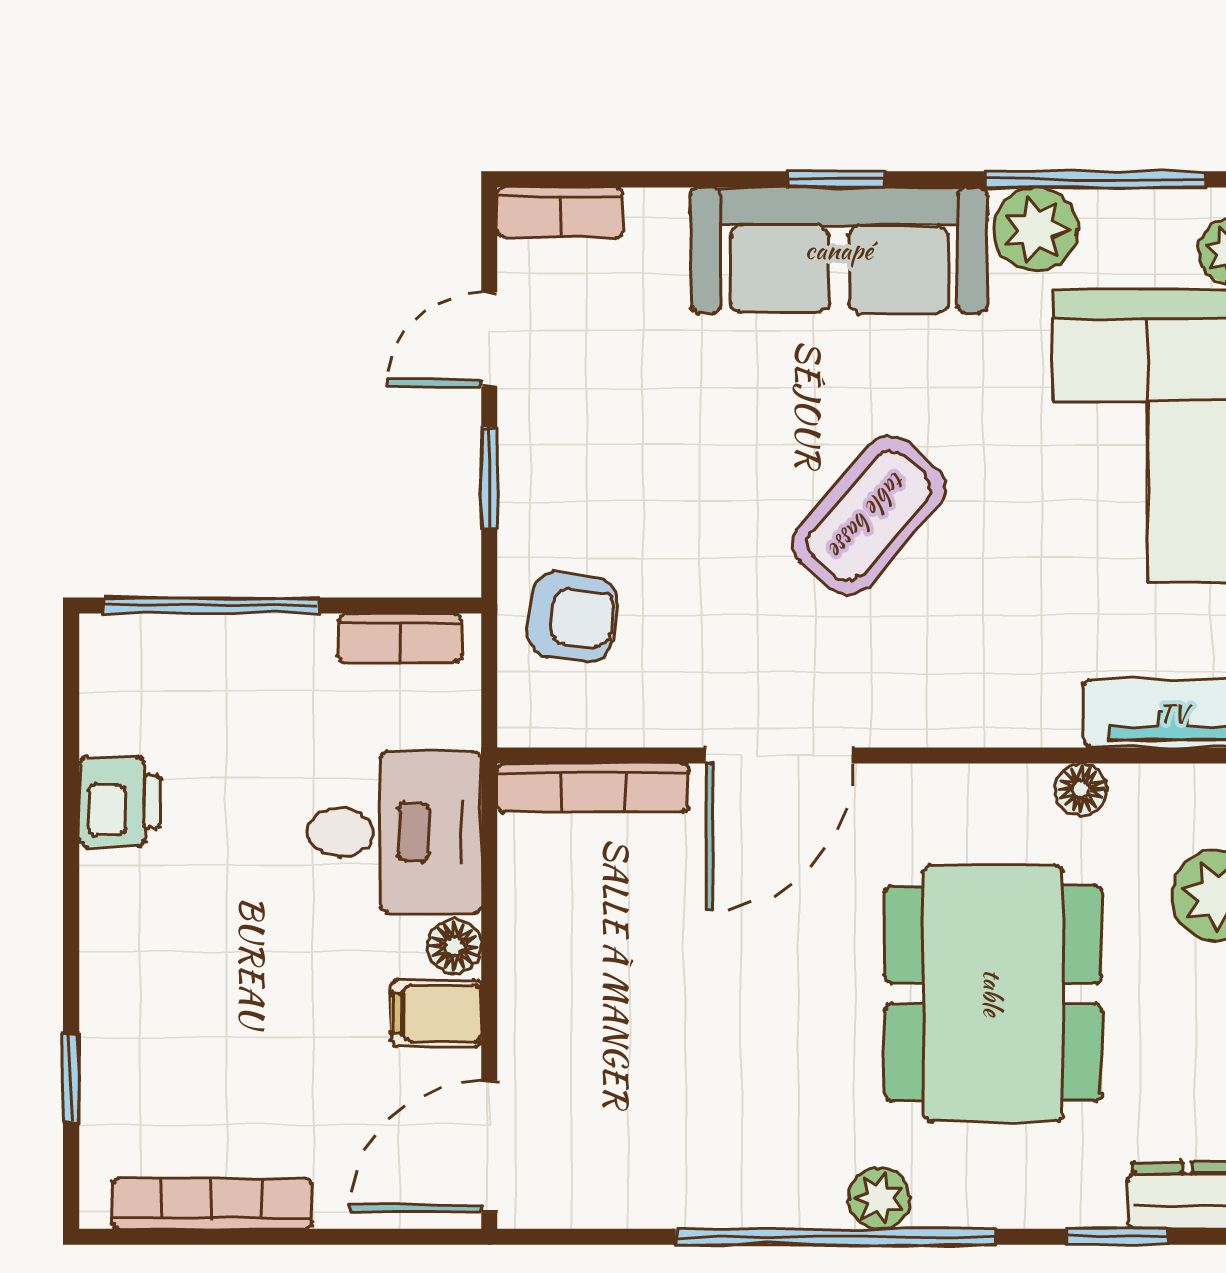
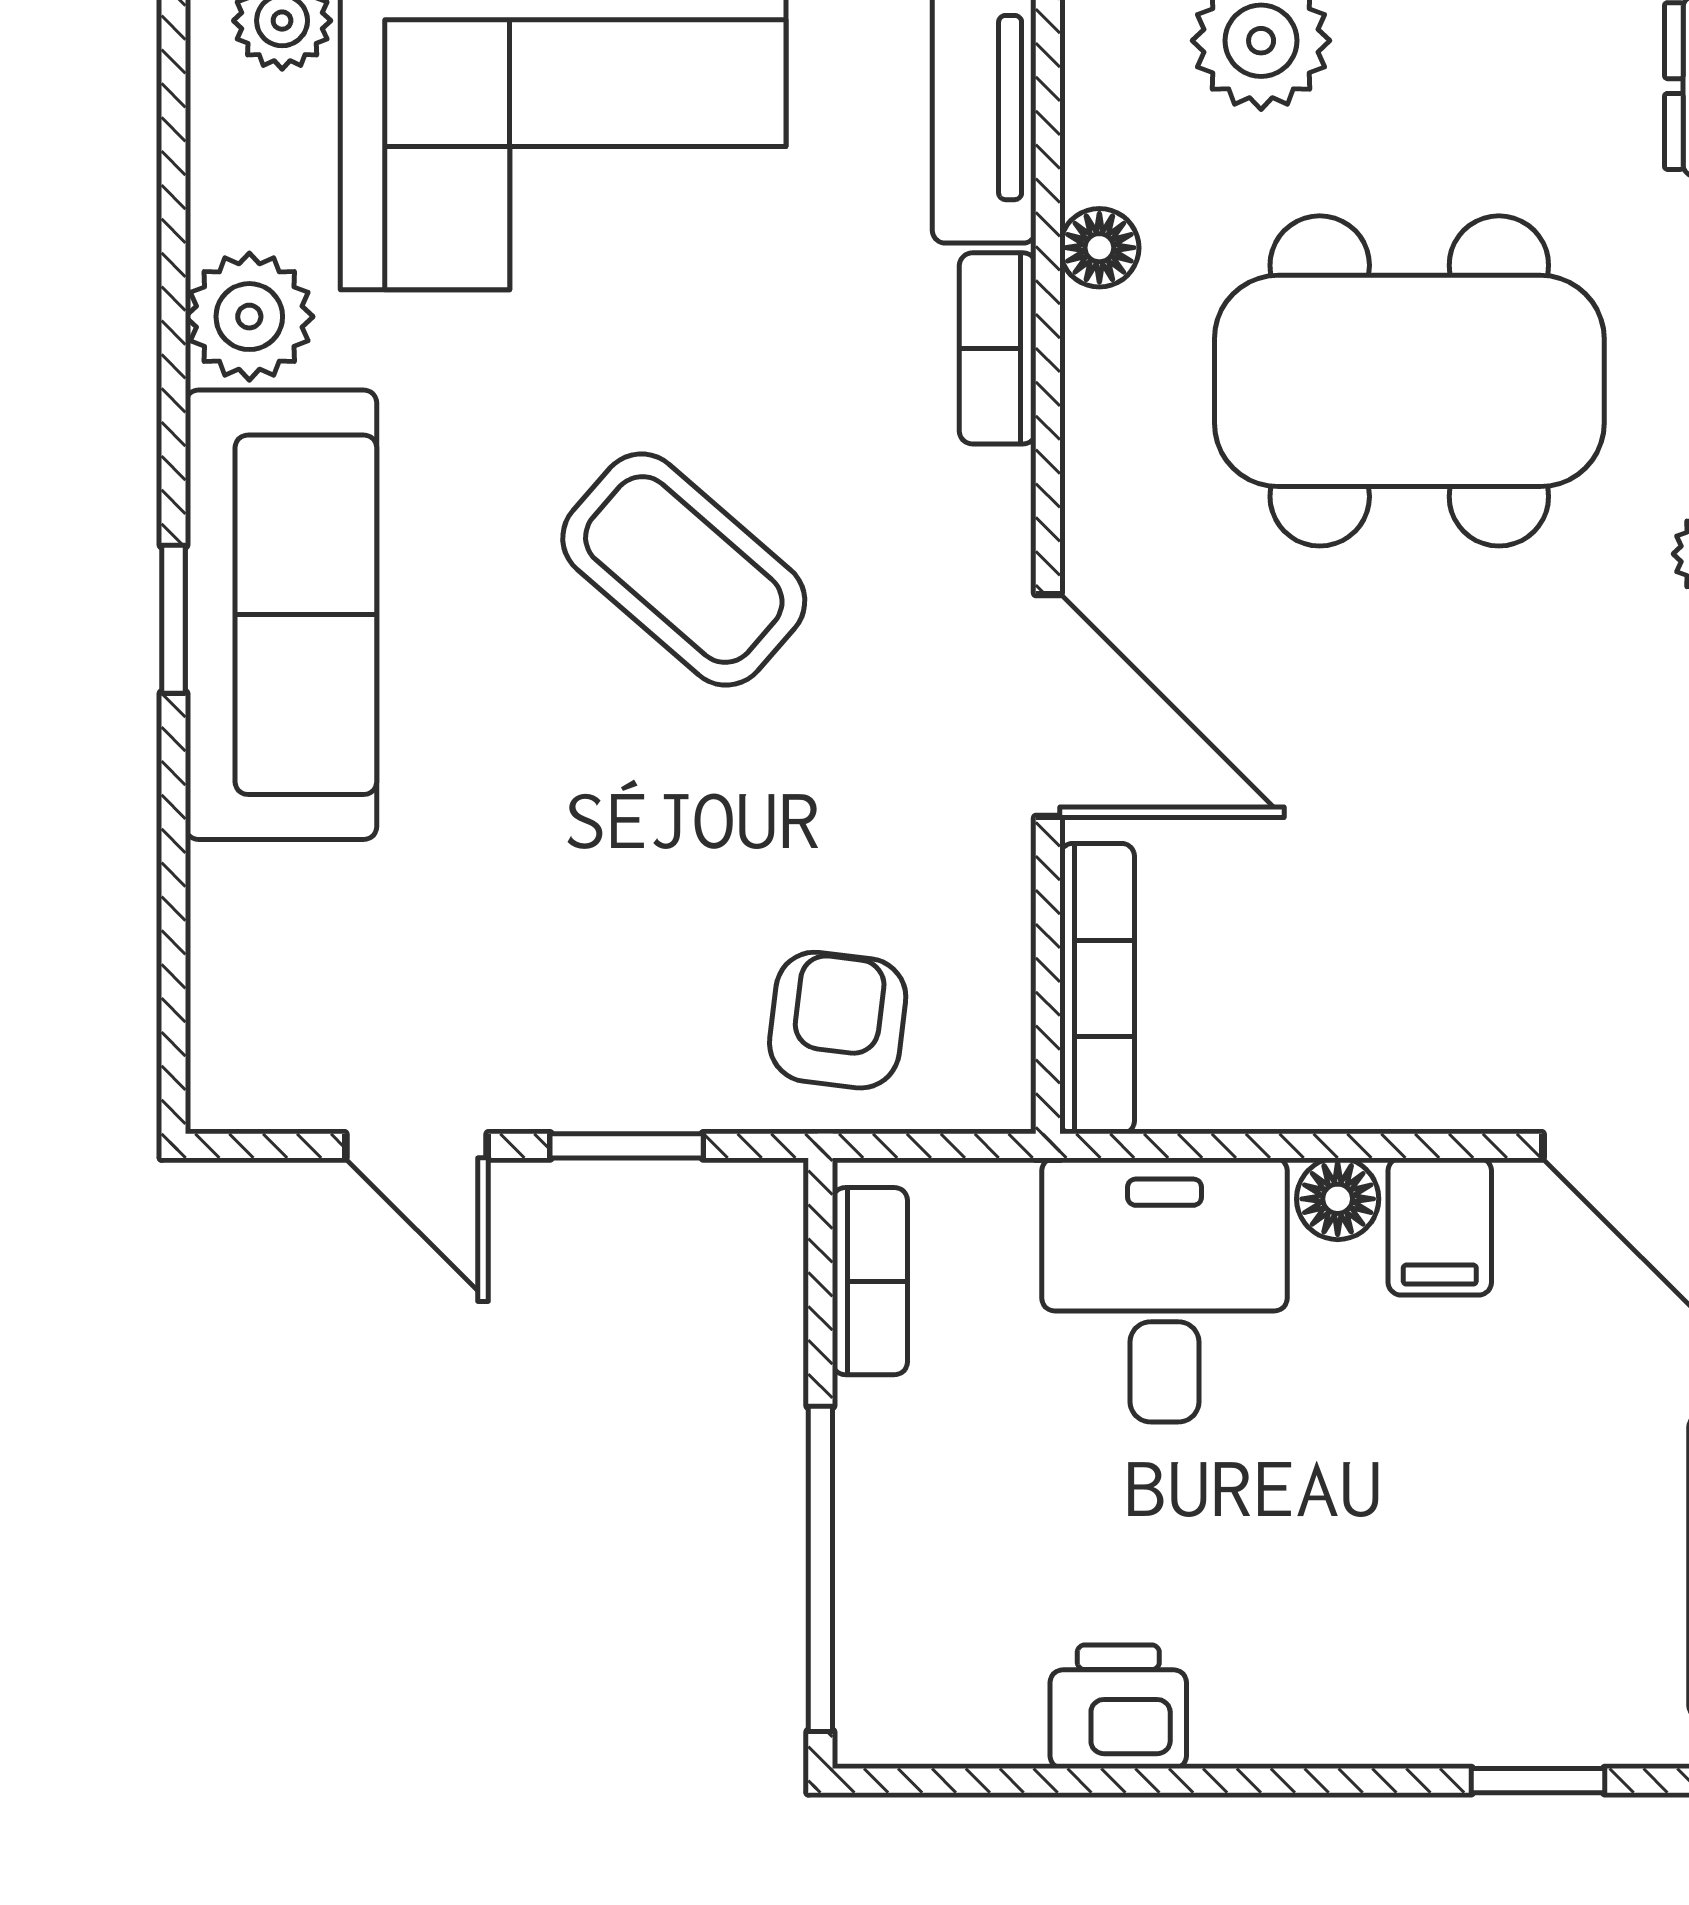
window: (1095, 179) -> (174, 226), removed
bookcase: (560, 212) -> (998, 348), moved, turned 180

